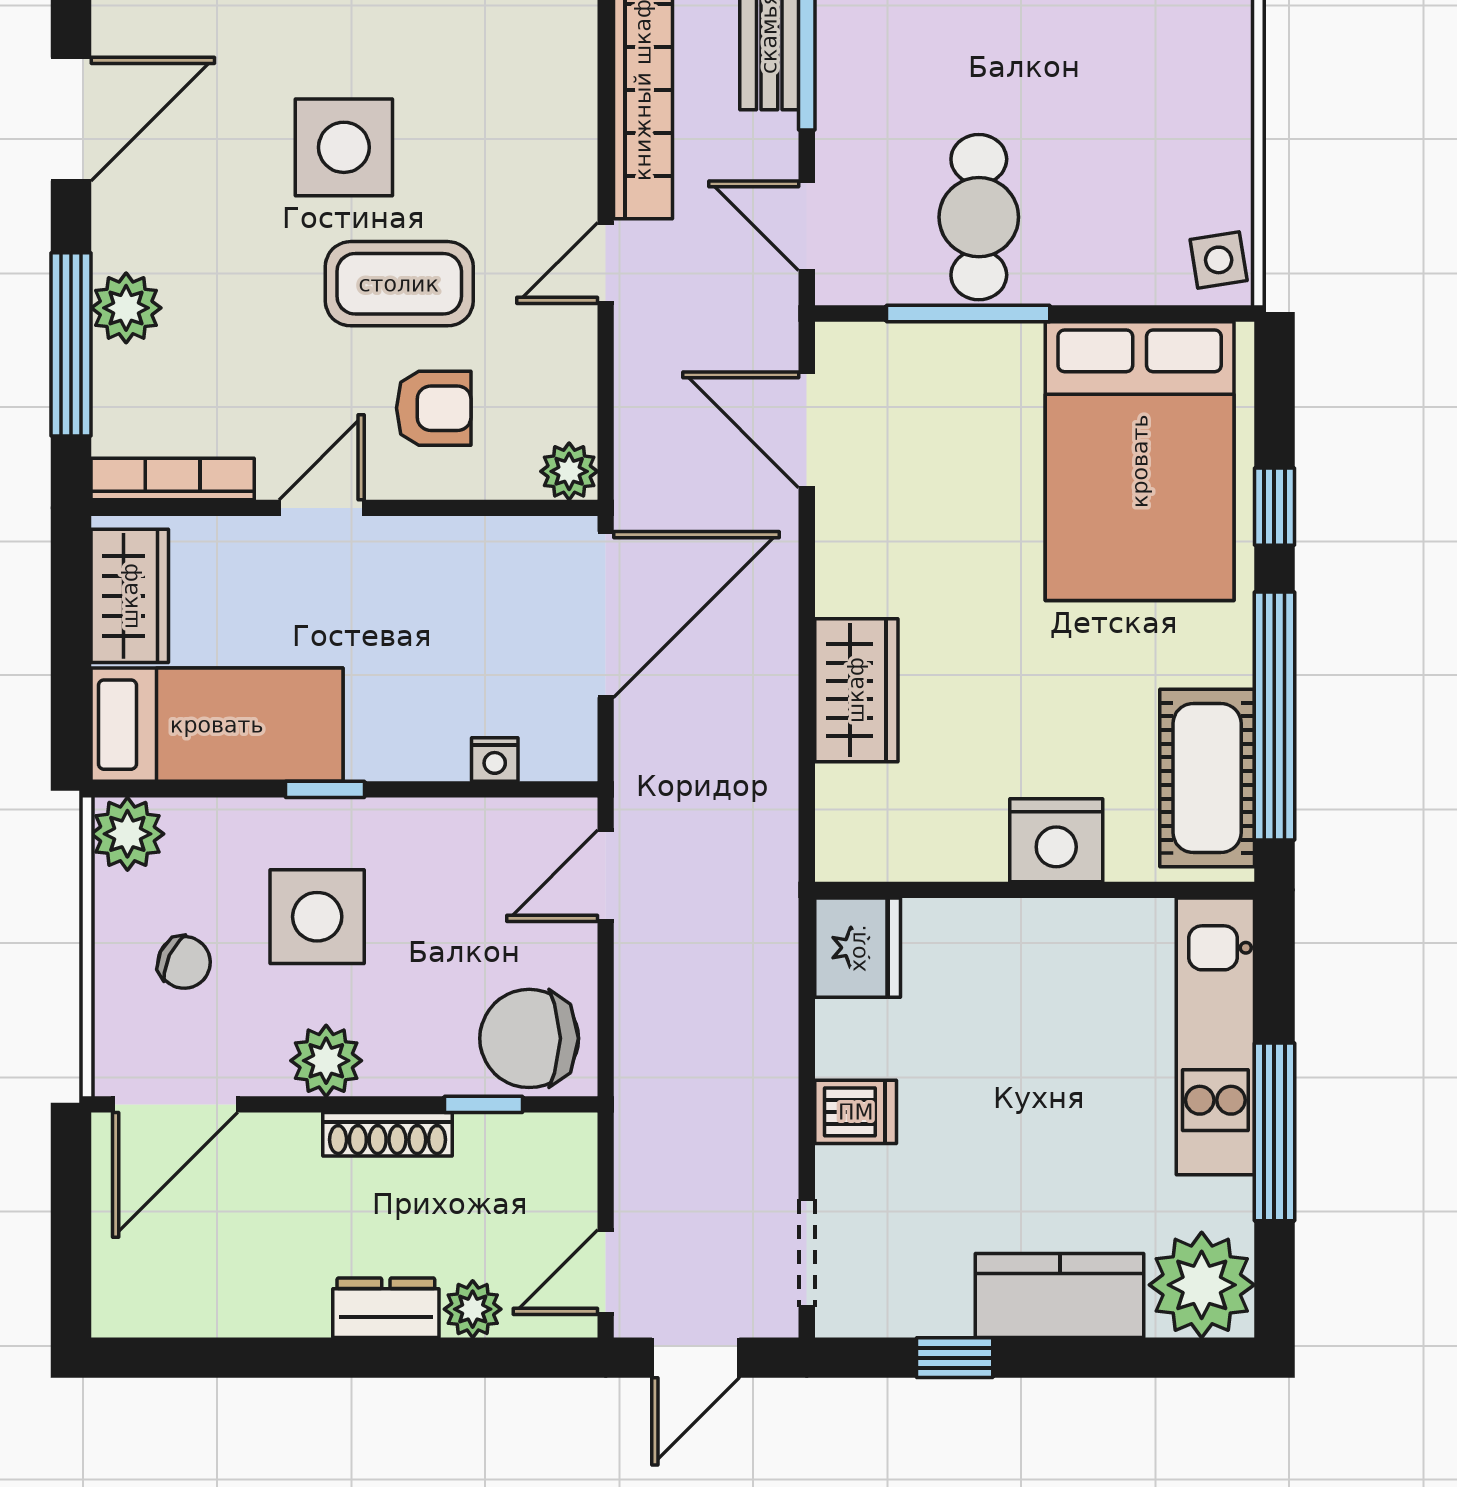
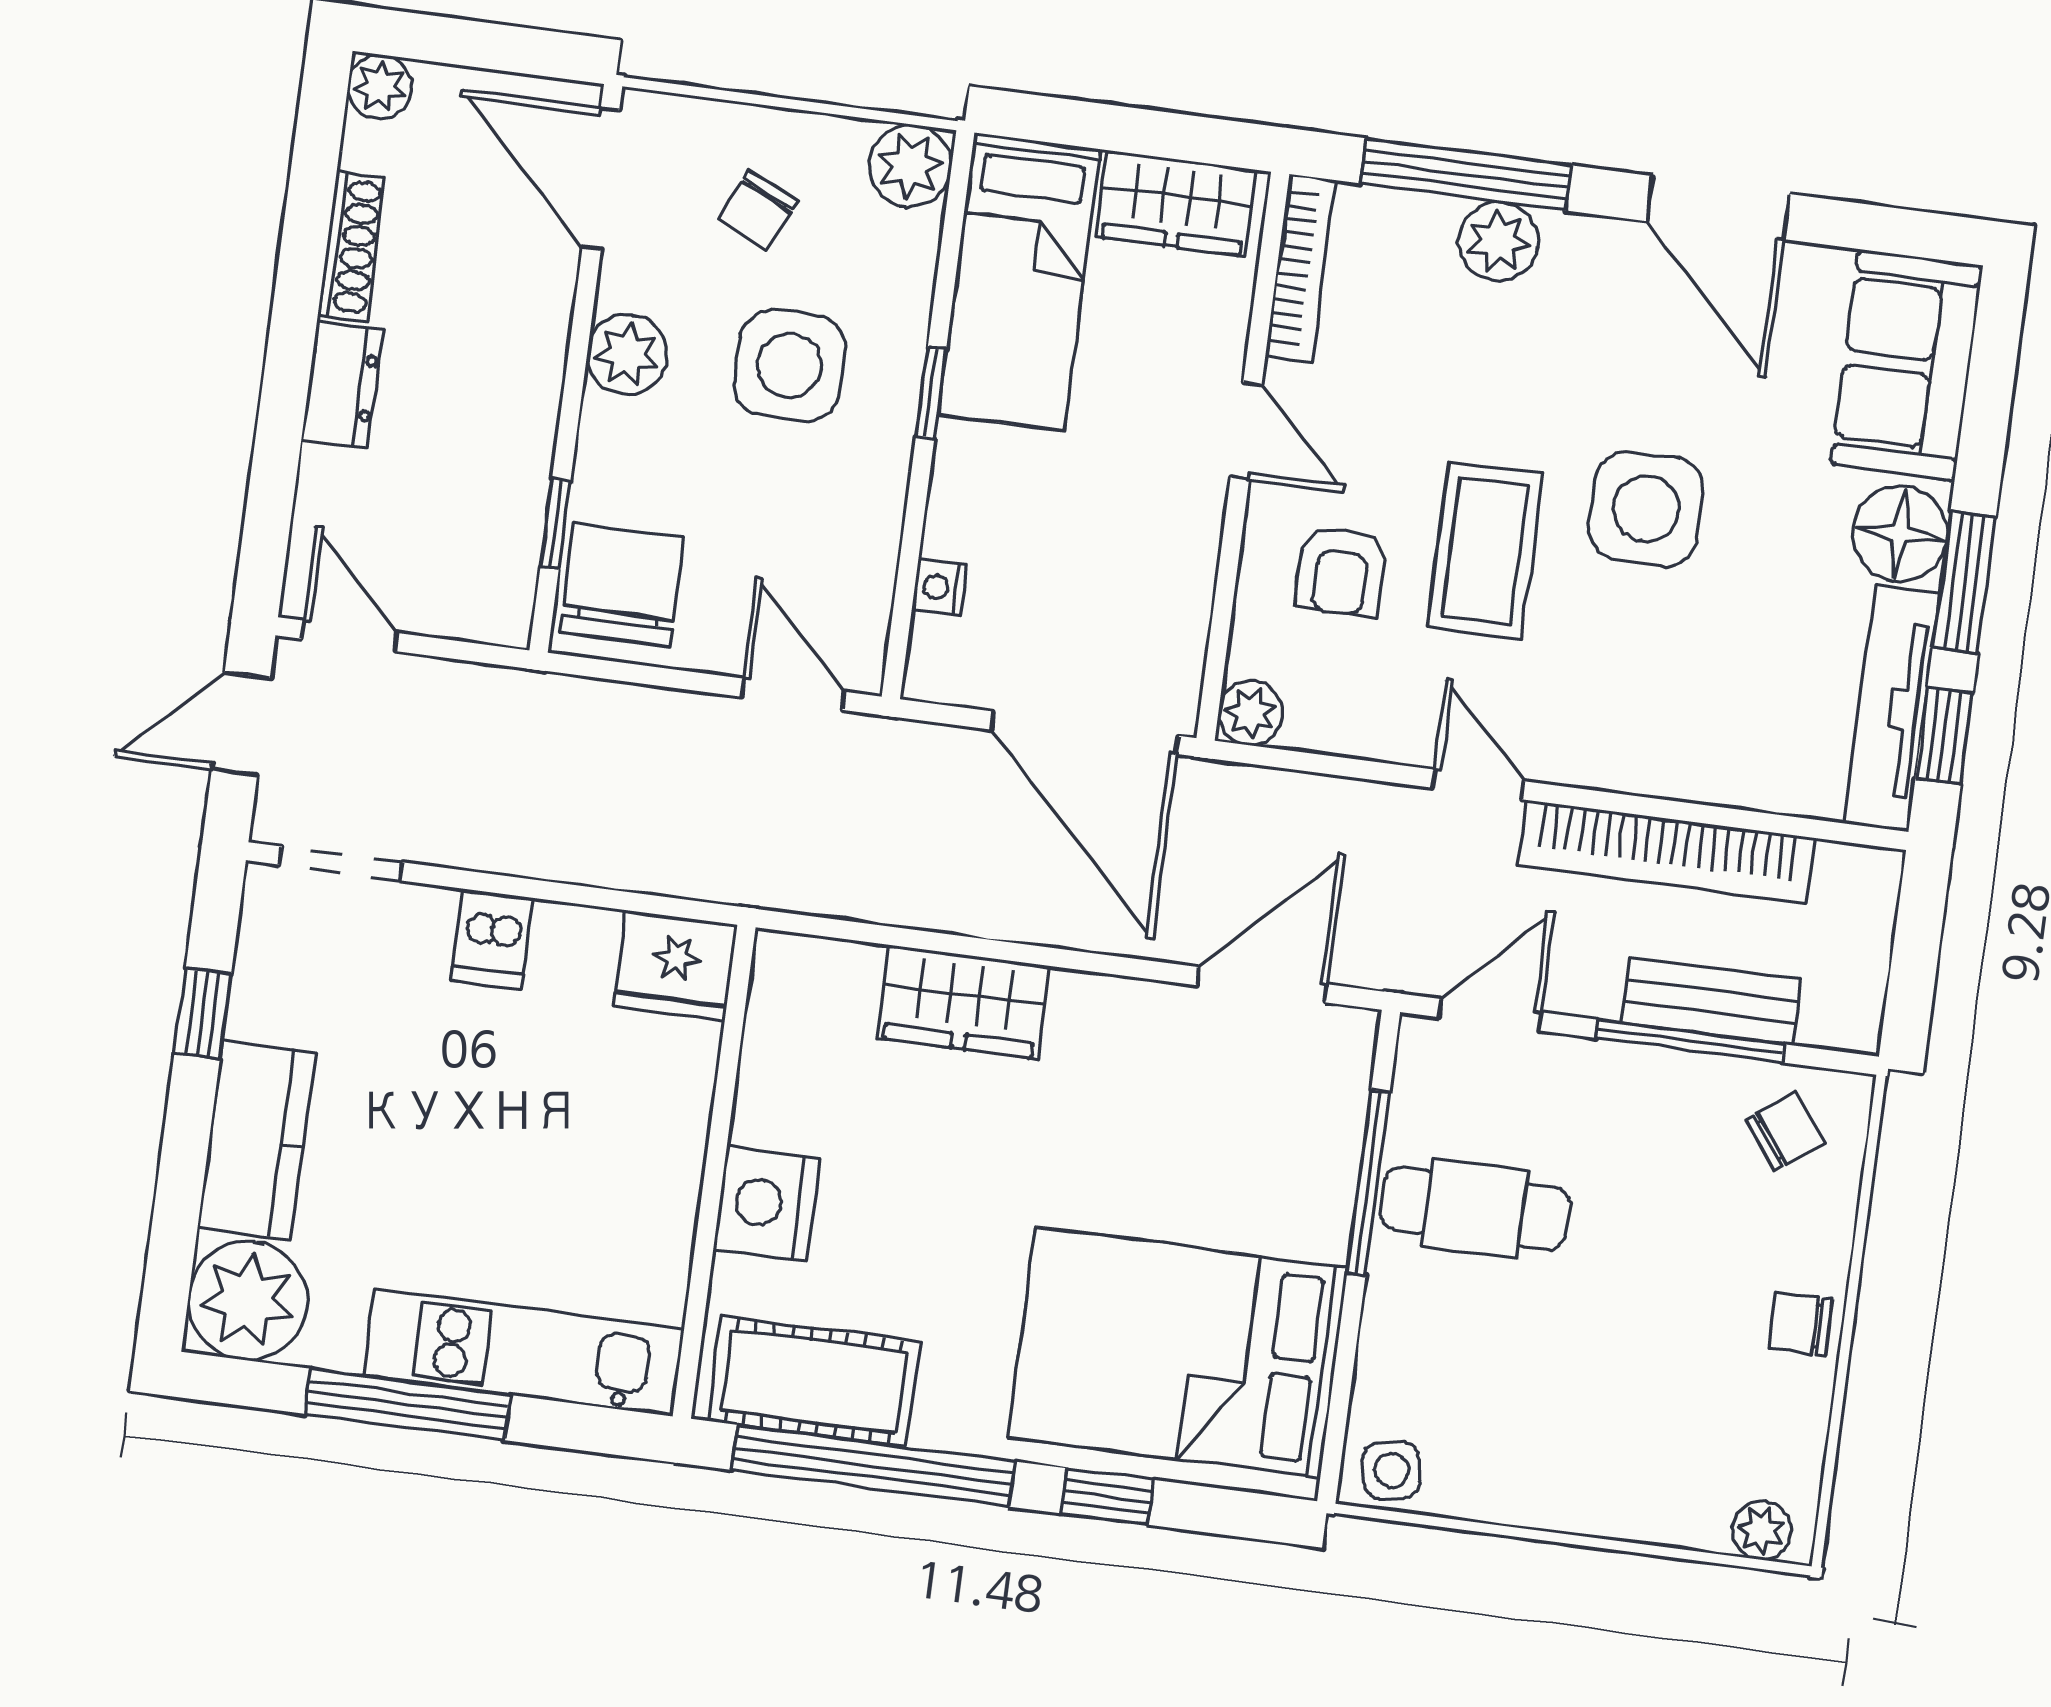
shoe rack: (388, 1134) -> (352, 246), moved, turned 180
plant: (473, 1309) -> (380, 87), moved
door: (696, 1358) -> (241, 724), hinge flipped

